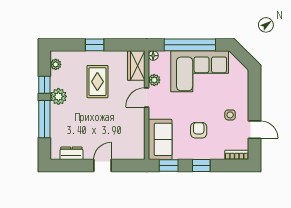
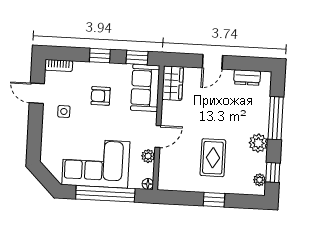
wardrobe: (136, 66) -> (173, 83), moved
window: (44, 85) -> (273, 173), moved
armchair: (199, 130) -> (101, 96), turned 90

